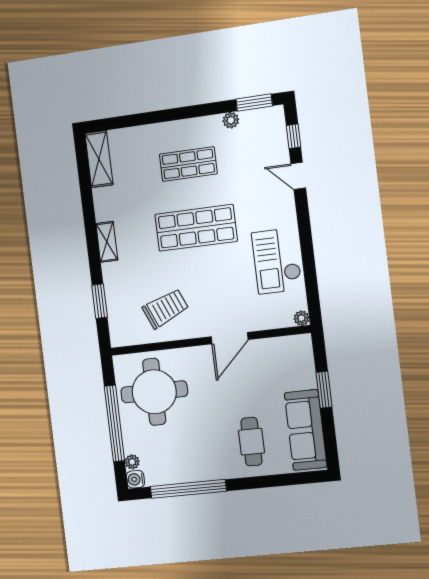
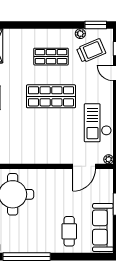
trolley: (165, 309) -> (91, 51), moved
door: (230, 338) -> (84, 166), moved

